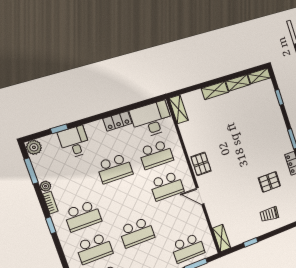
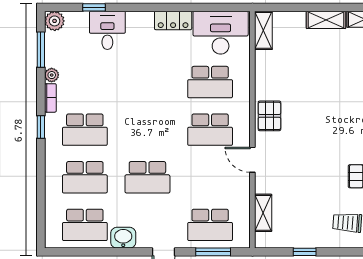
school desk: (115, 168) -> (147, 82), removed
shelving: (222, 238) -> (263, 213), moved

